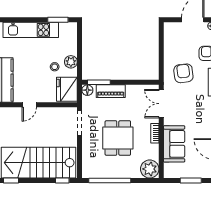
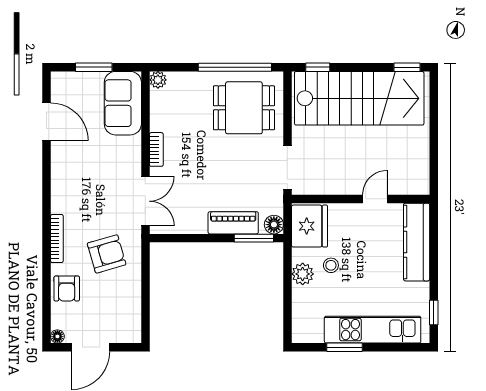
window: (58, 20) -> (345, 347), moved
armchair: (183, 73) -> (107, 254), turned -99
dining table: (118, 138) -> (244, 108), moved, turned 90
sofa: (174, 144) -> (123, 103), moved
plant: (150, 169) -> (158, 80), width x0.53, depth x0.53

